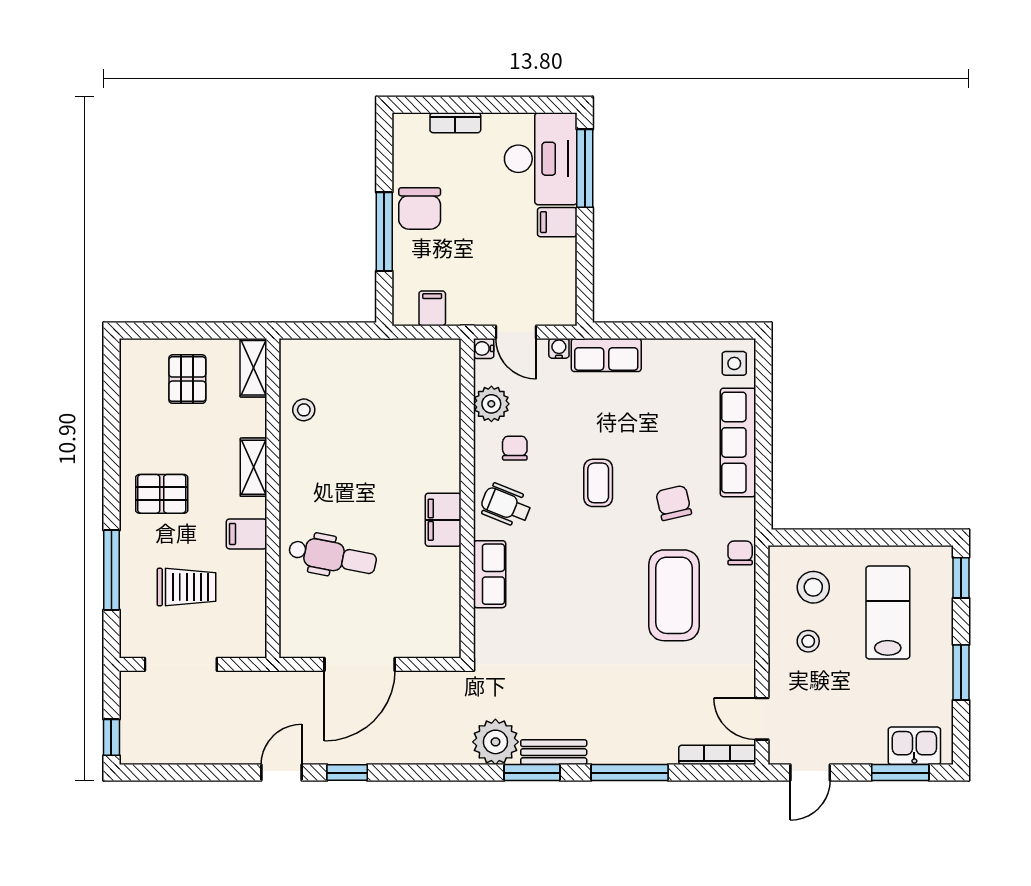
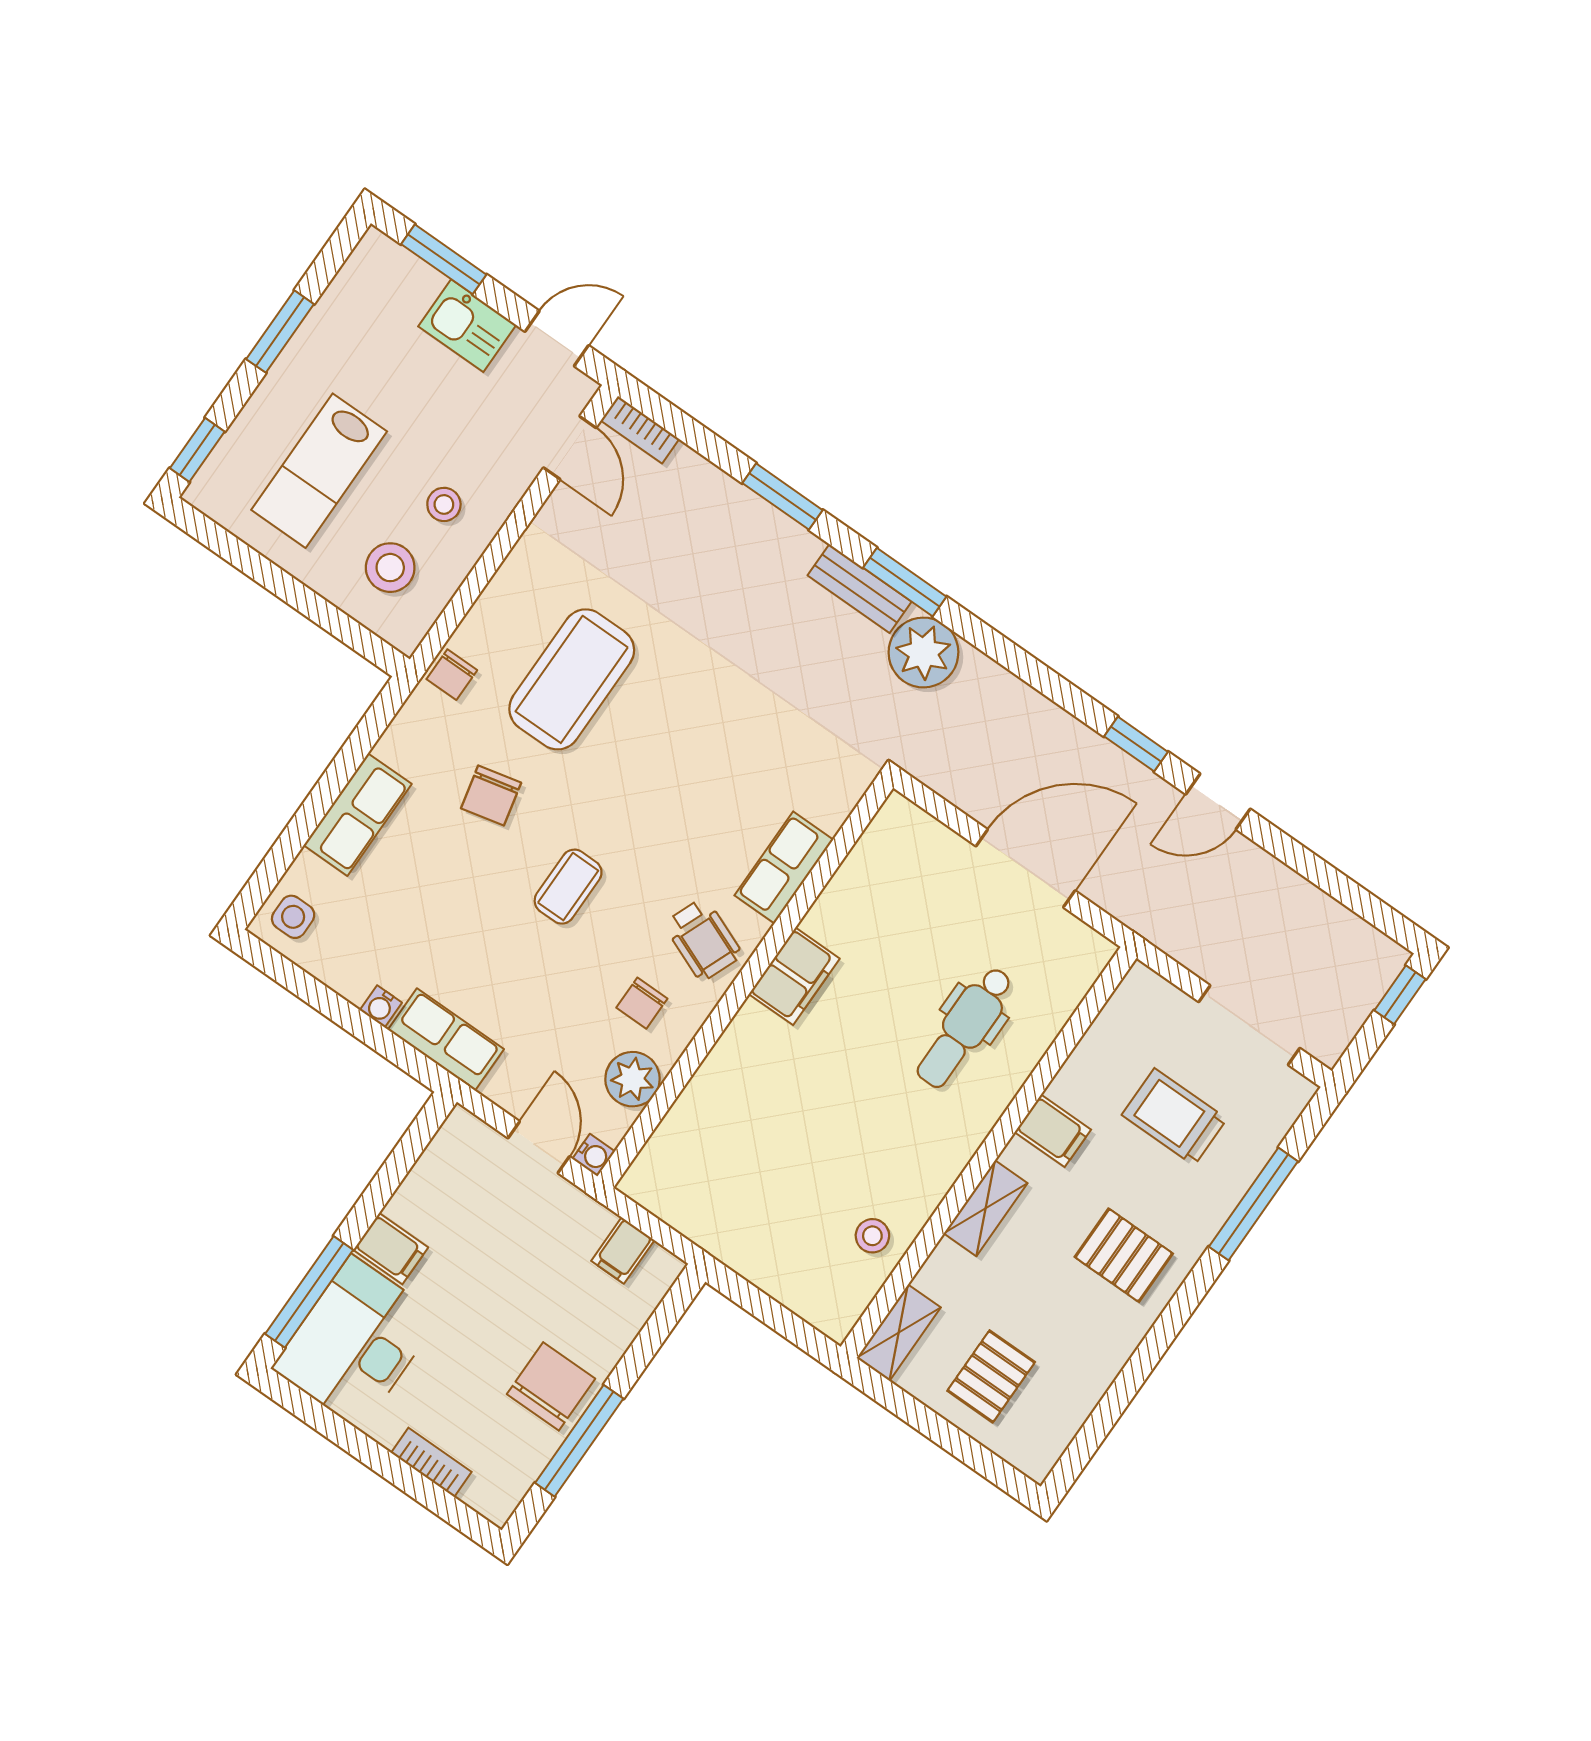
window: (384, 232) -> (579, 1441), moved
water cooler: (559, 348) -> (381, 1006), moved
row of seats: (738, 442) -> (358, 815), width x0.68
dental chair: (333, 556) -> (965, 1027), turned -101
kitchen sink: (914, 746) -> (467, 326), moved
bookcase: (717, 755) -> (640, 430), width x0.64
window: (630, 773) -> (783, 497), width x0.69

